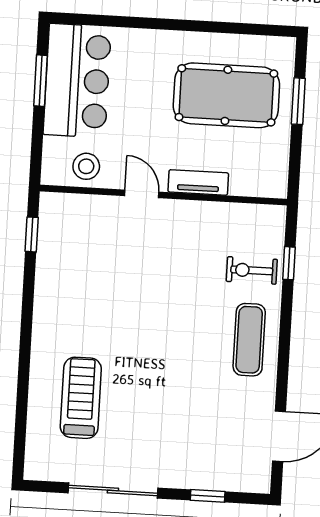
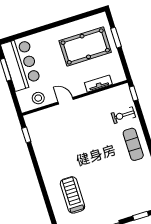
tv unit: (198, 182) -> (98, 84), moved
window: (289, 263) -> (134, 93), moved

